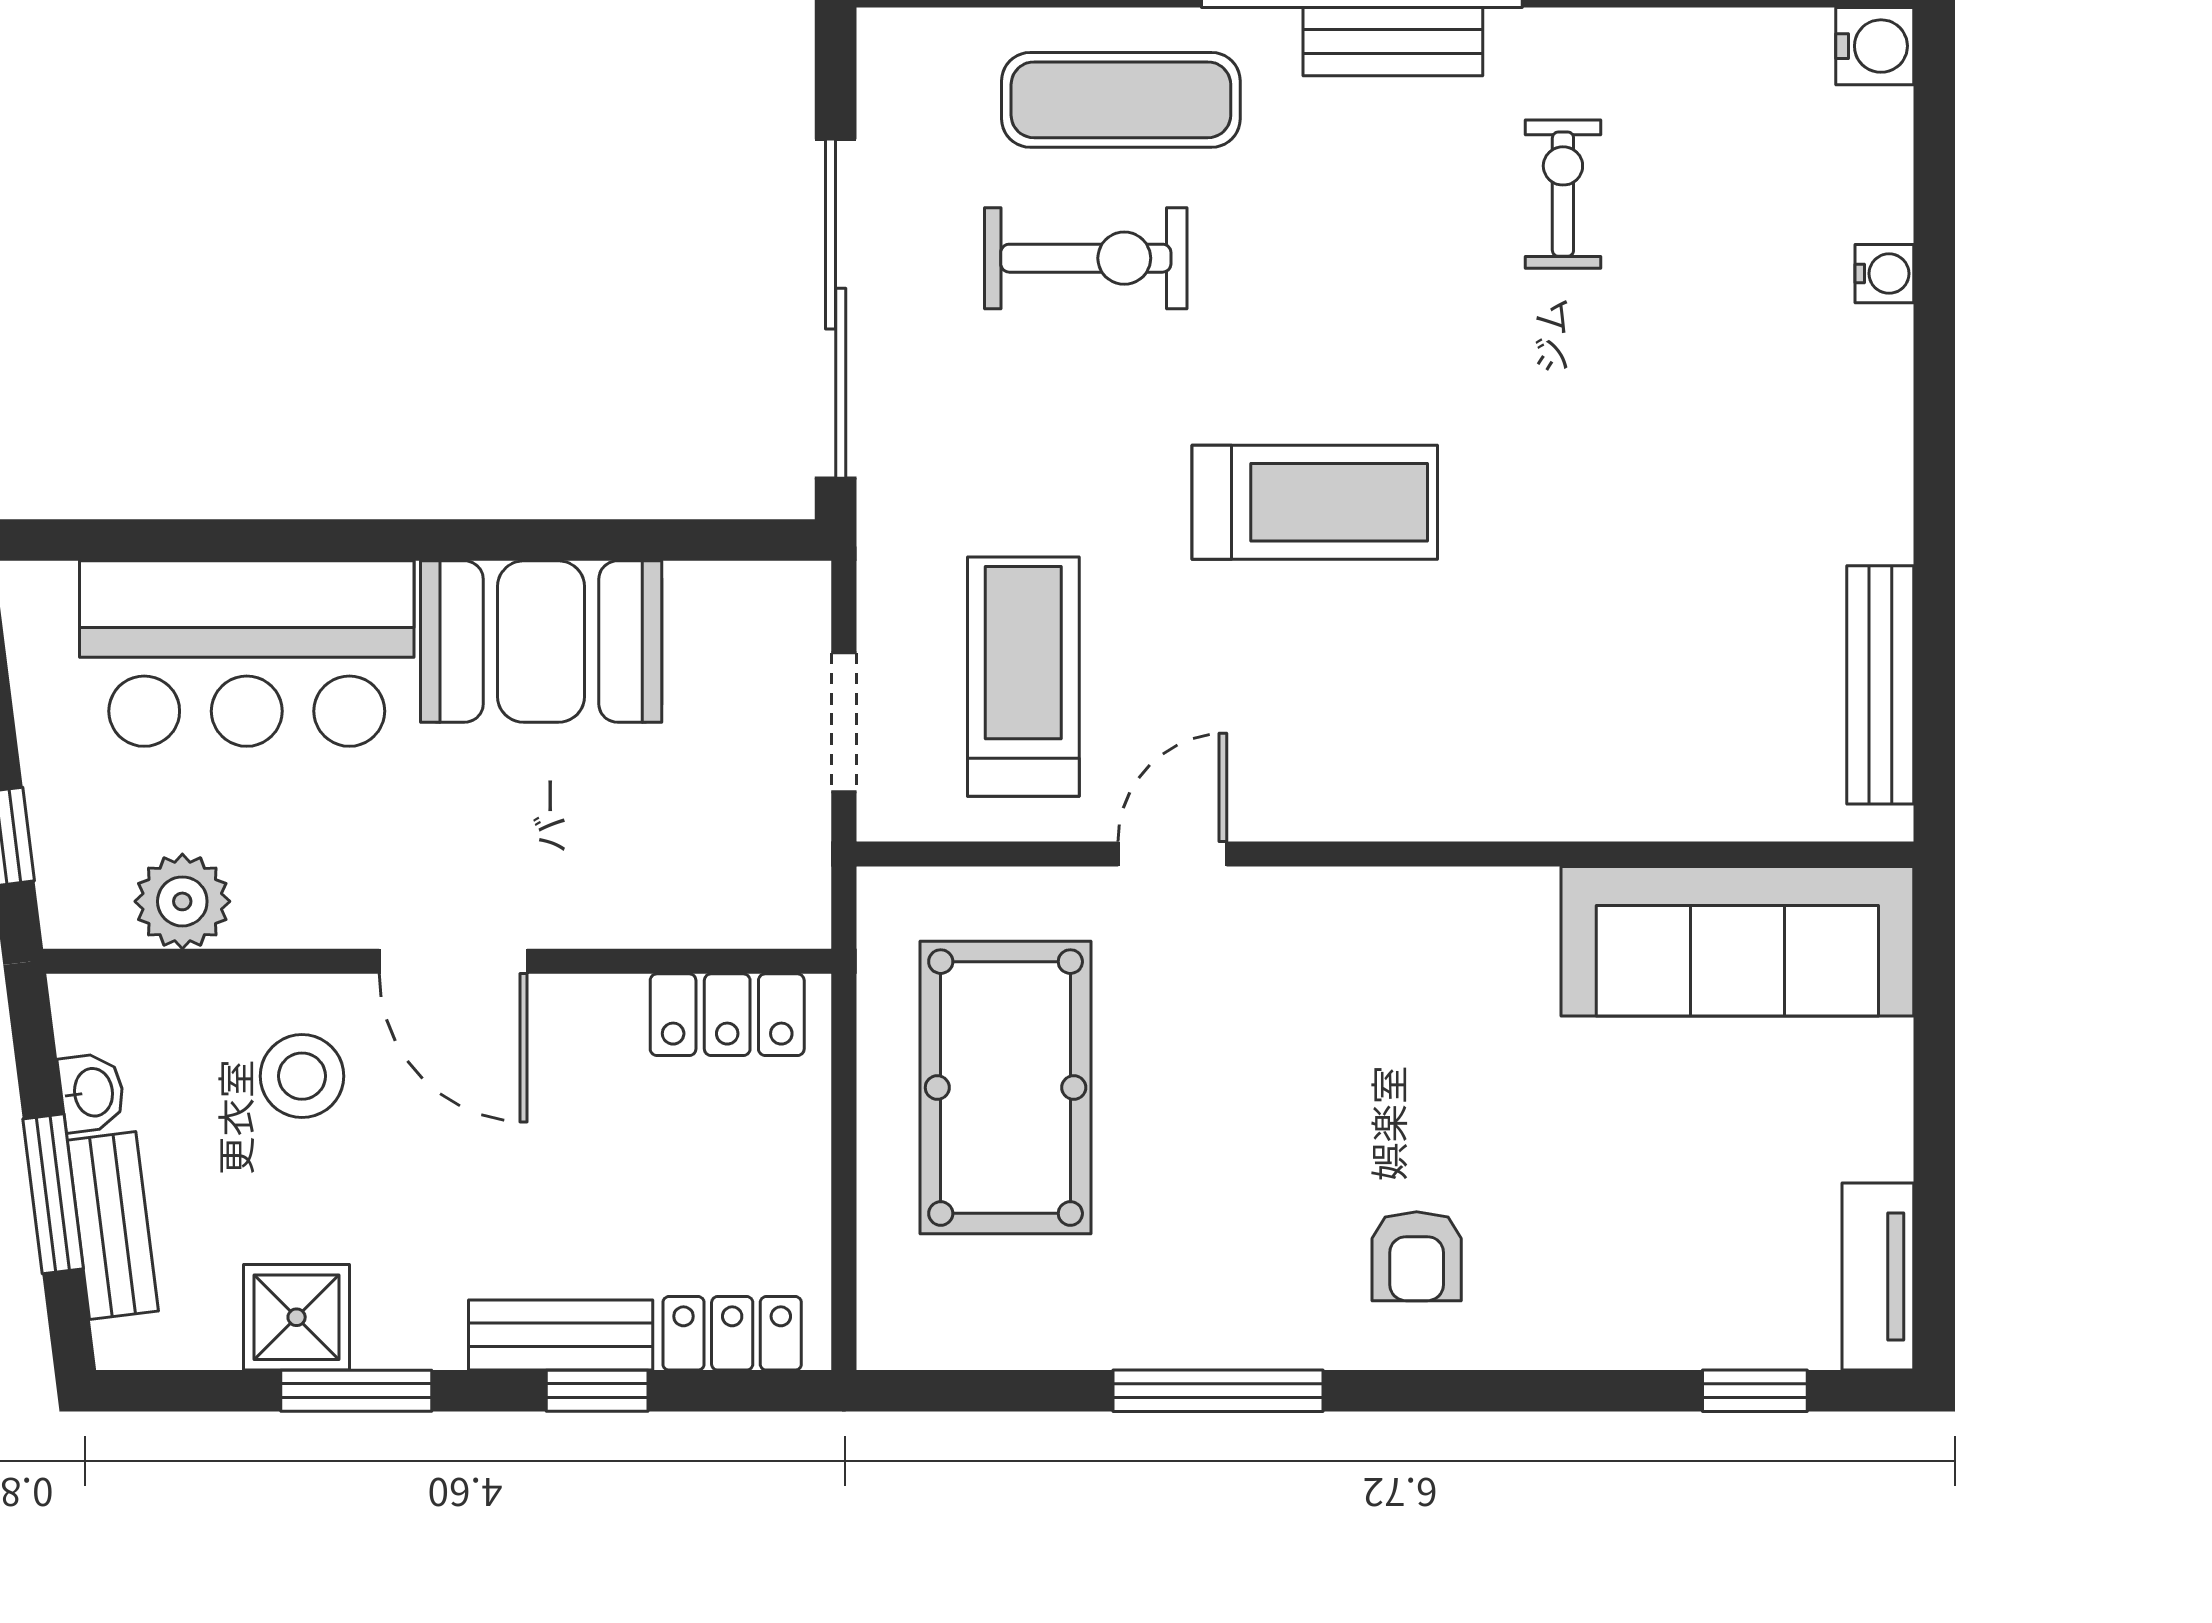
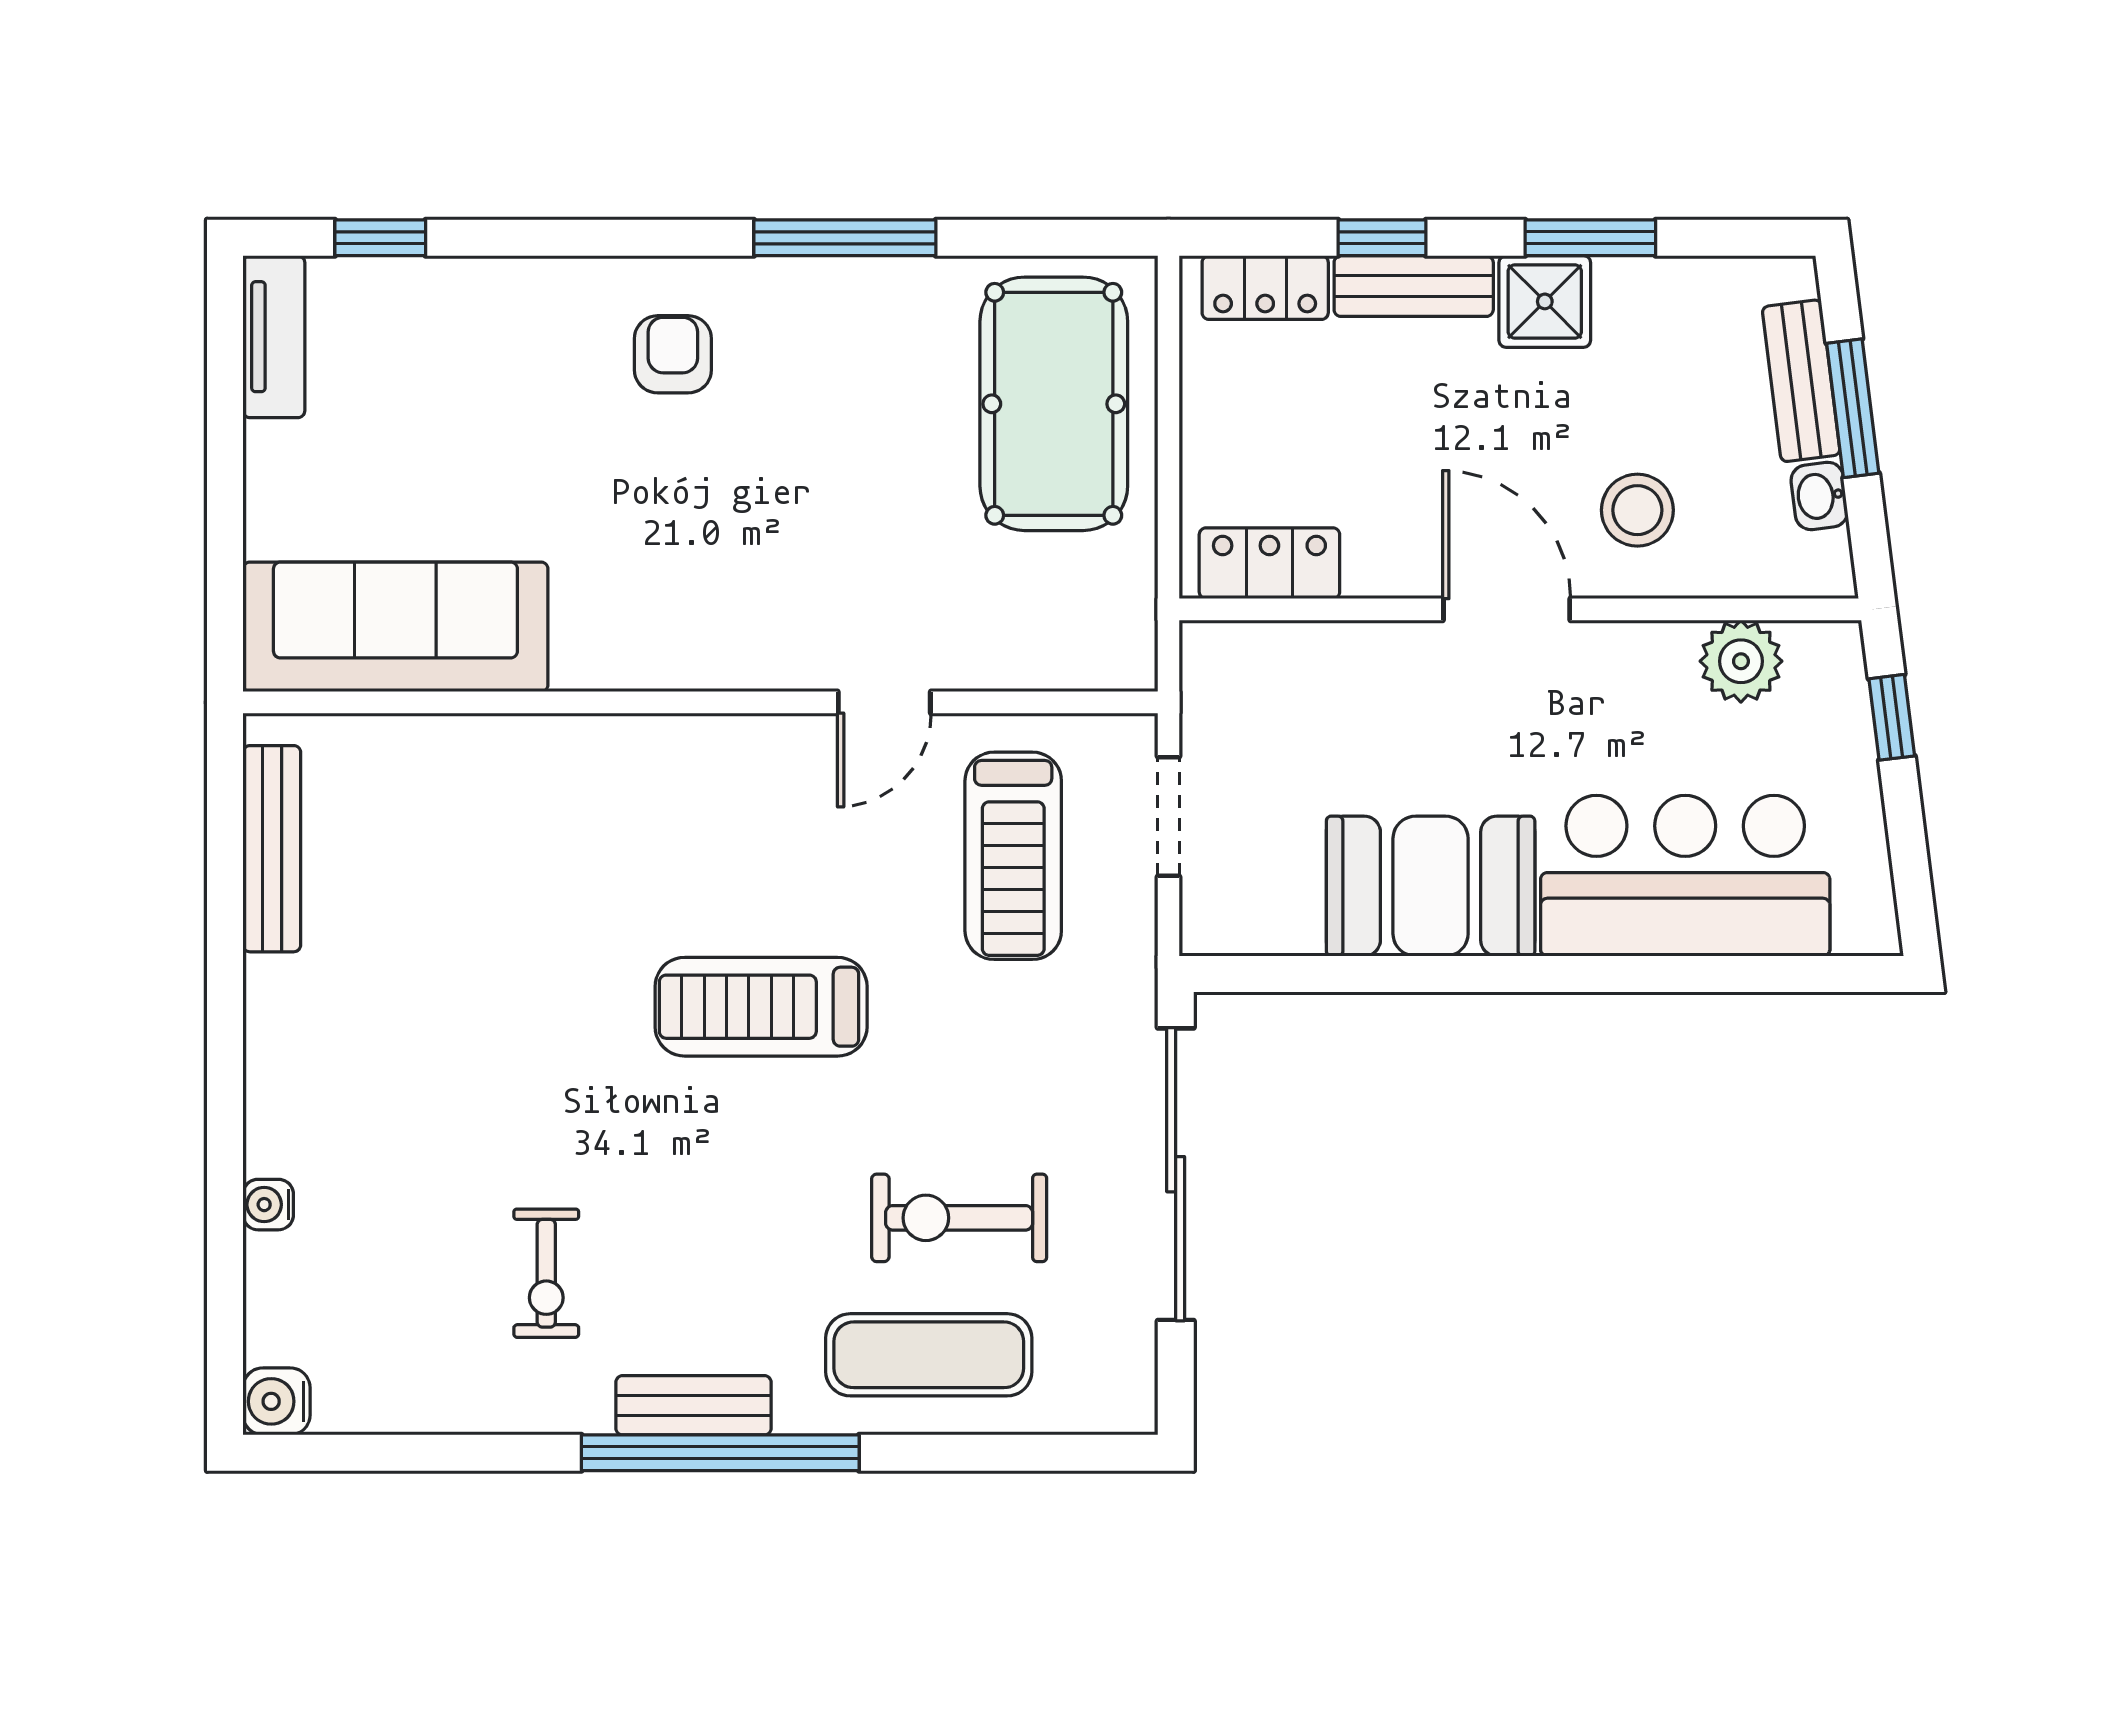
pool table: (1006, 1088) -> (1054, 404), moved
shower: (297, 1317) -> (1545, 301), moved

